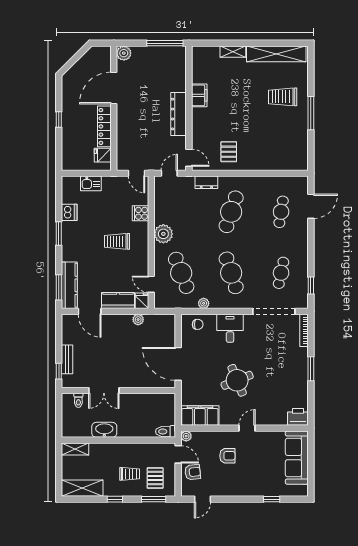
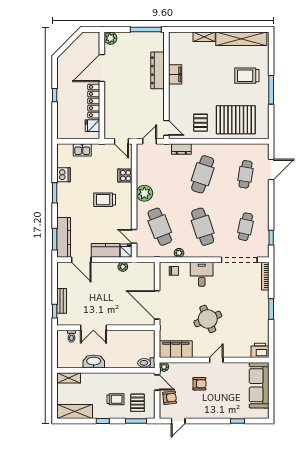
dresser: (178, 114) -> (157, 70), moved
pallet: (270, 148) -> (236, 120), added

